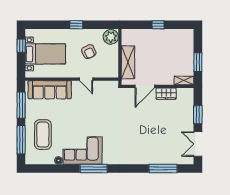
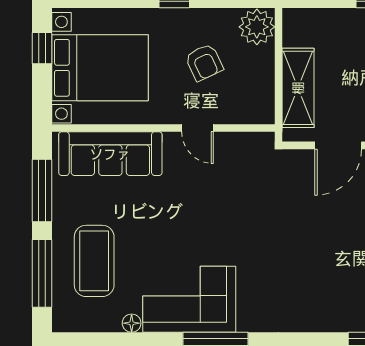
bed with nightstands: (45, 54) -> (100, 68), width x1.36

